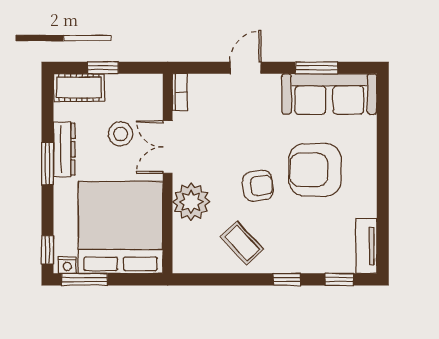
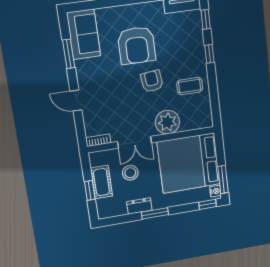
cot: (79, 88) -> (101, 182), moved
sofa: (329, 94) -> (84, 34), width x0.73
dresser: (64, 149) -> (139, 206), width x0.70
coffee table: (242, 243) -> (190, 86), turned 43

